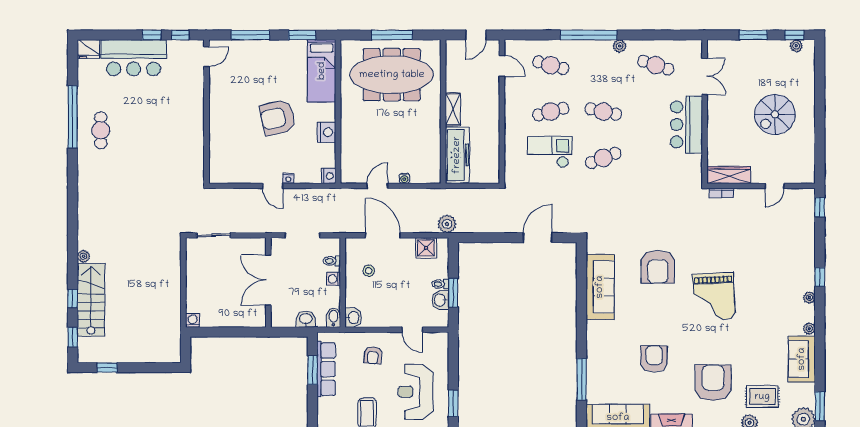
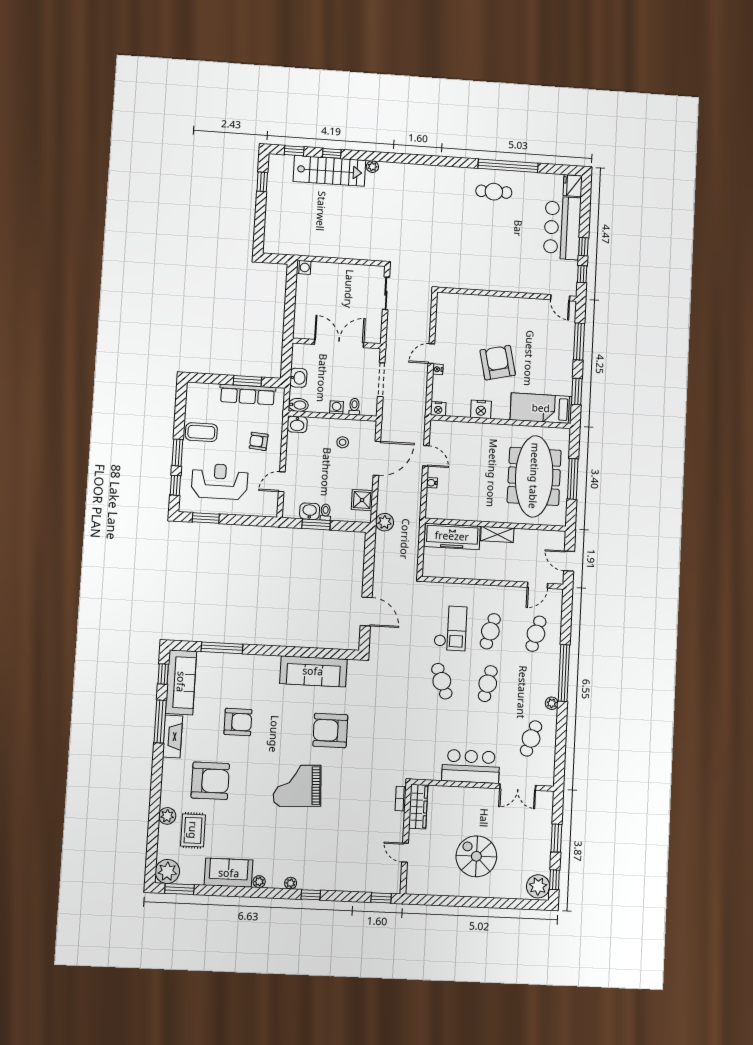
plant: (796, 46) -> (538, 886), width x1.88, depth x1.88
cafe table: (551, 112) -> (490, 631), turned 30

